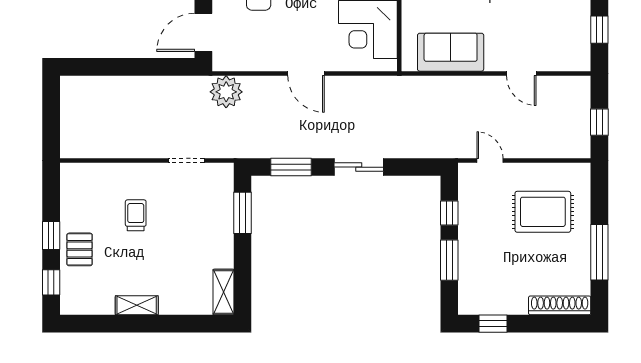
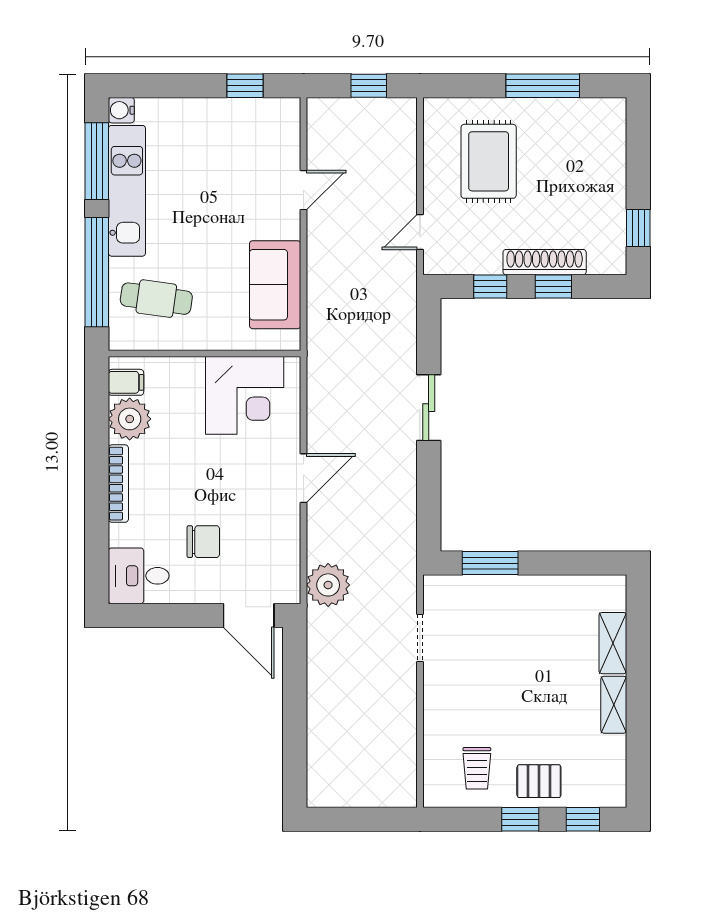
window: (291, 167) -> (429, 498), removed
trolley: (136, 215) -> (477, 768), moved, turned -90
window: (449, 260) -> (553, 287), width x0.67
shelving: (224, 292) -> (613, 643), moved, turned 90
shoe rack: (560, 305) -> (545, 262), moved, turned 90

